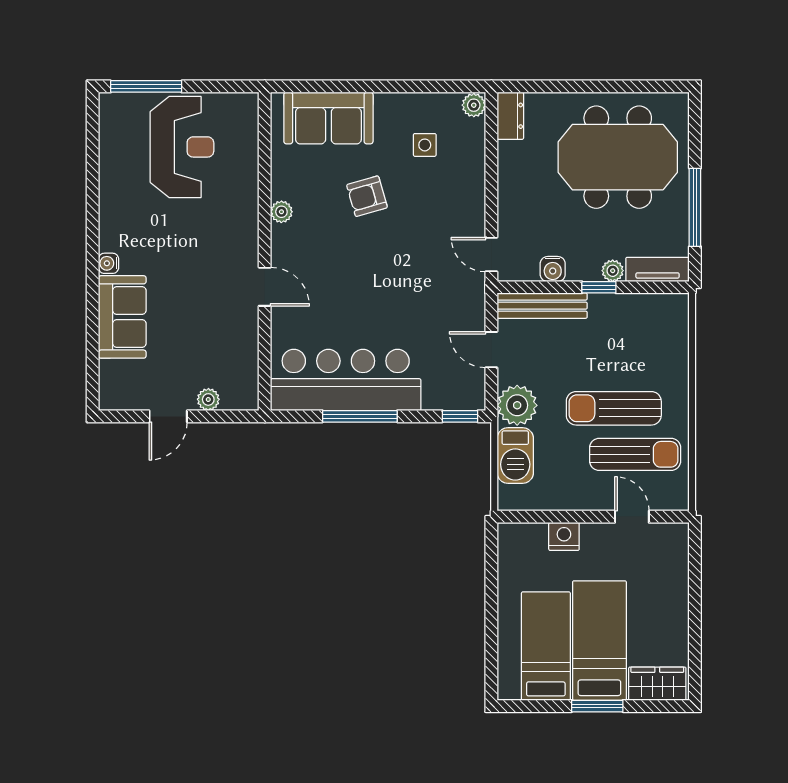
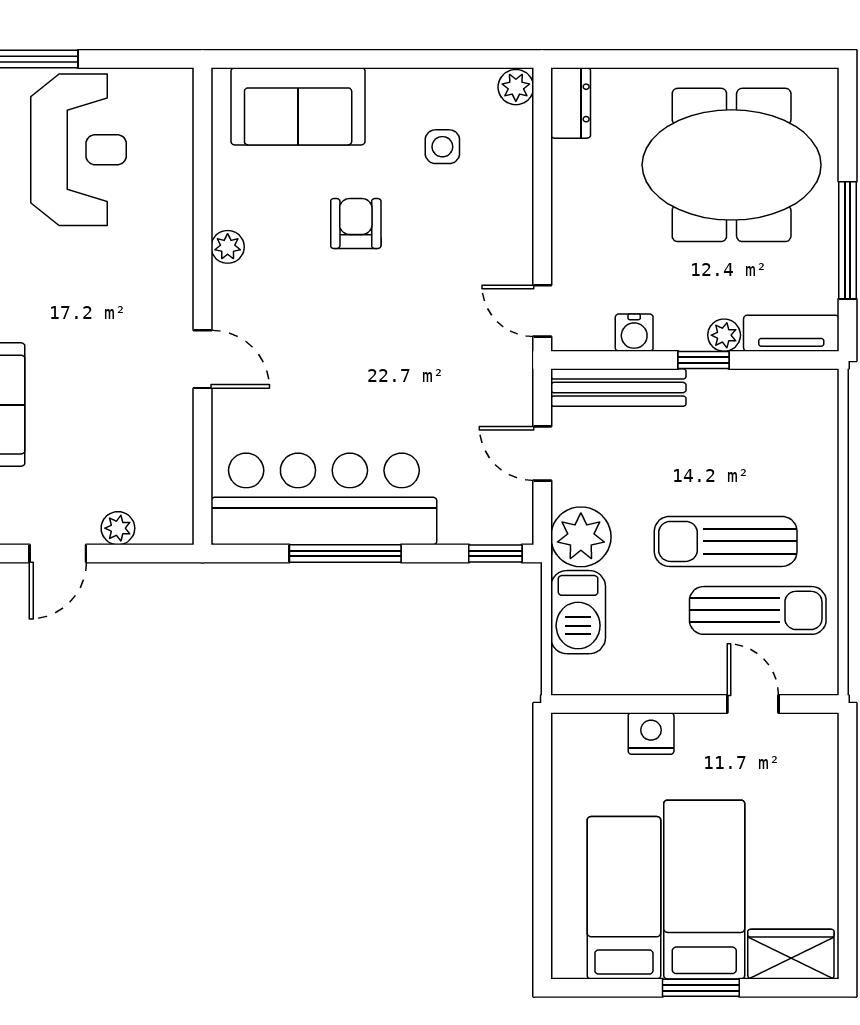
armchair: (367, 196) -> (356, 224), turned 106

